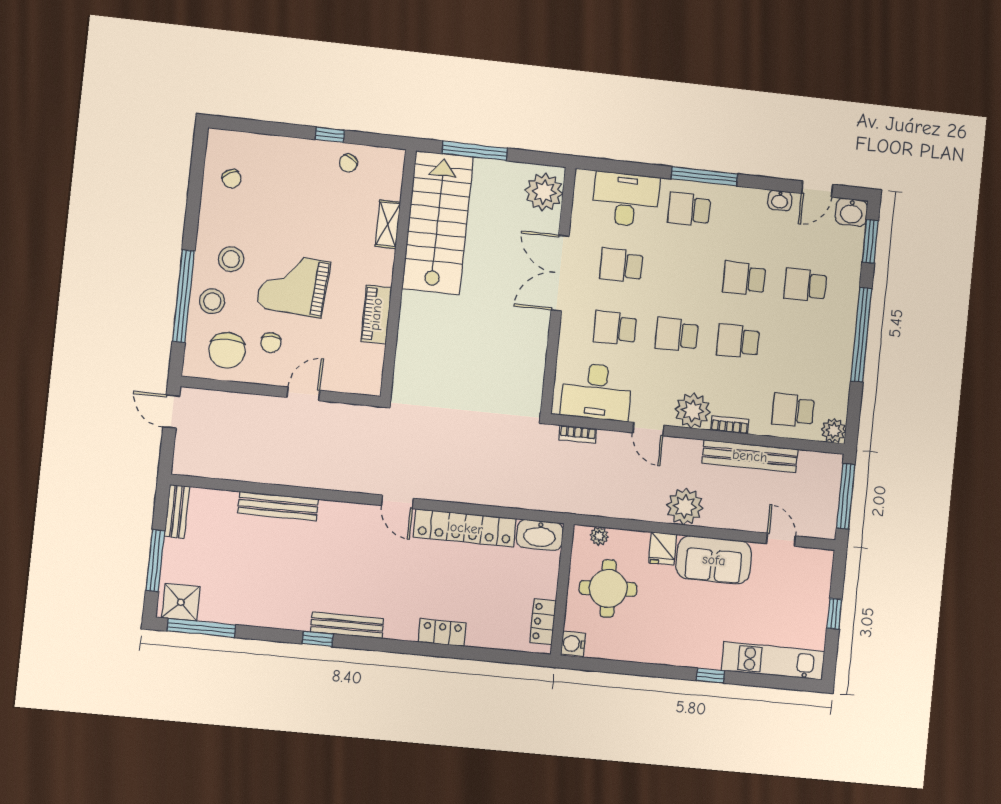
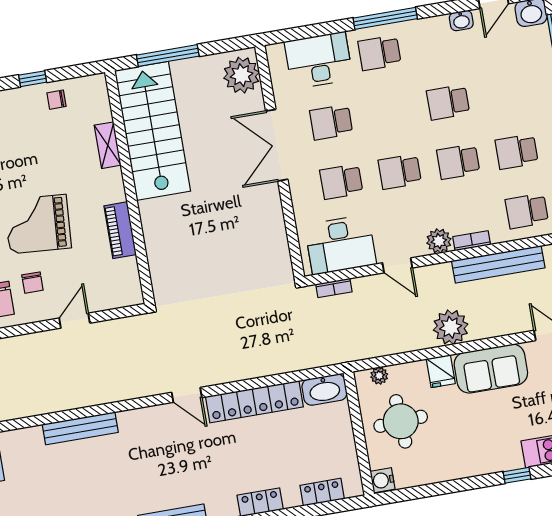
chair: (348, 163) -> (56, 100), turned 56
school desk: (805, 285) -> (517, 152), moved
plant: (693, 411) -> (439, 241), width x0.73, depth x0.73
locker: (543, 622) -> (322, 492), moved, turned 90

